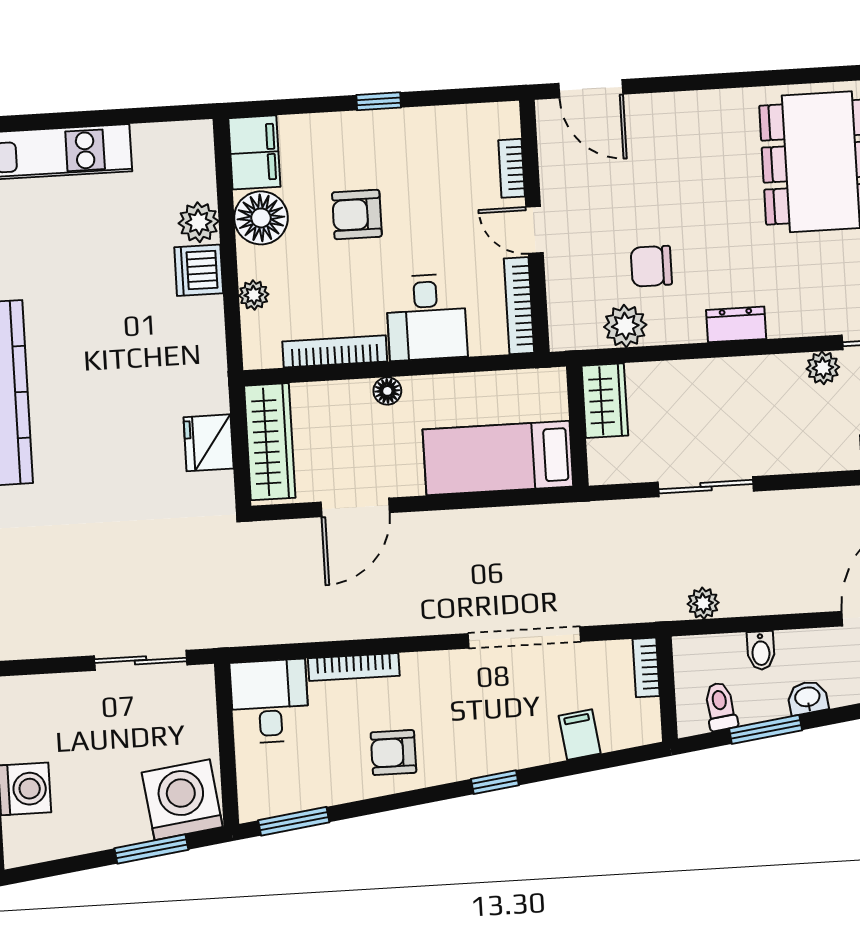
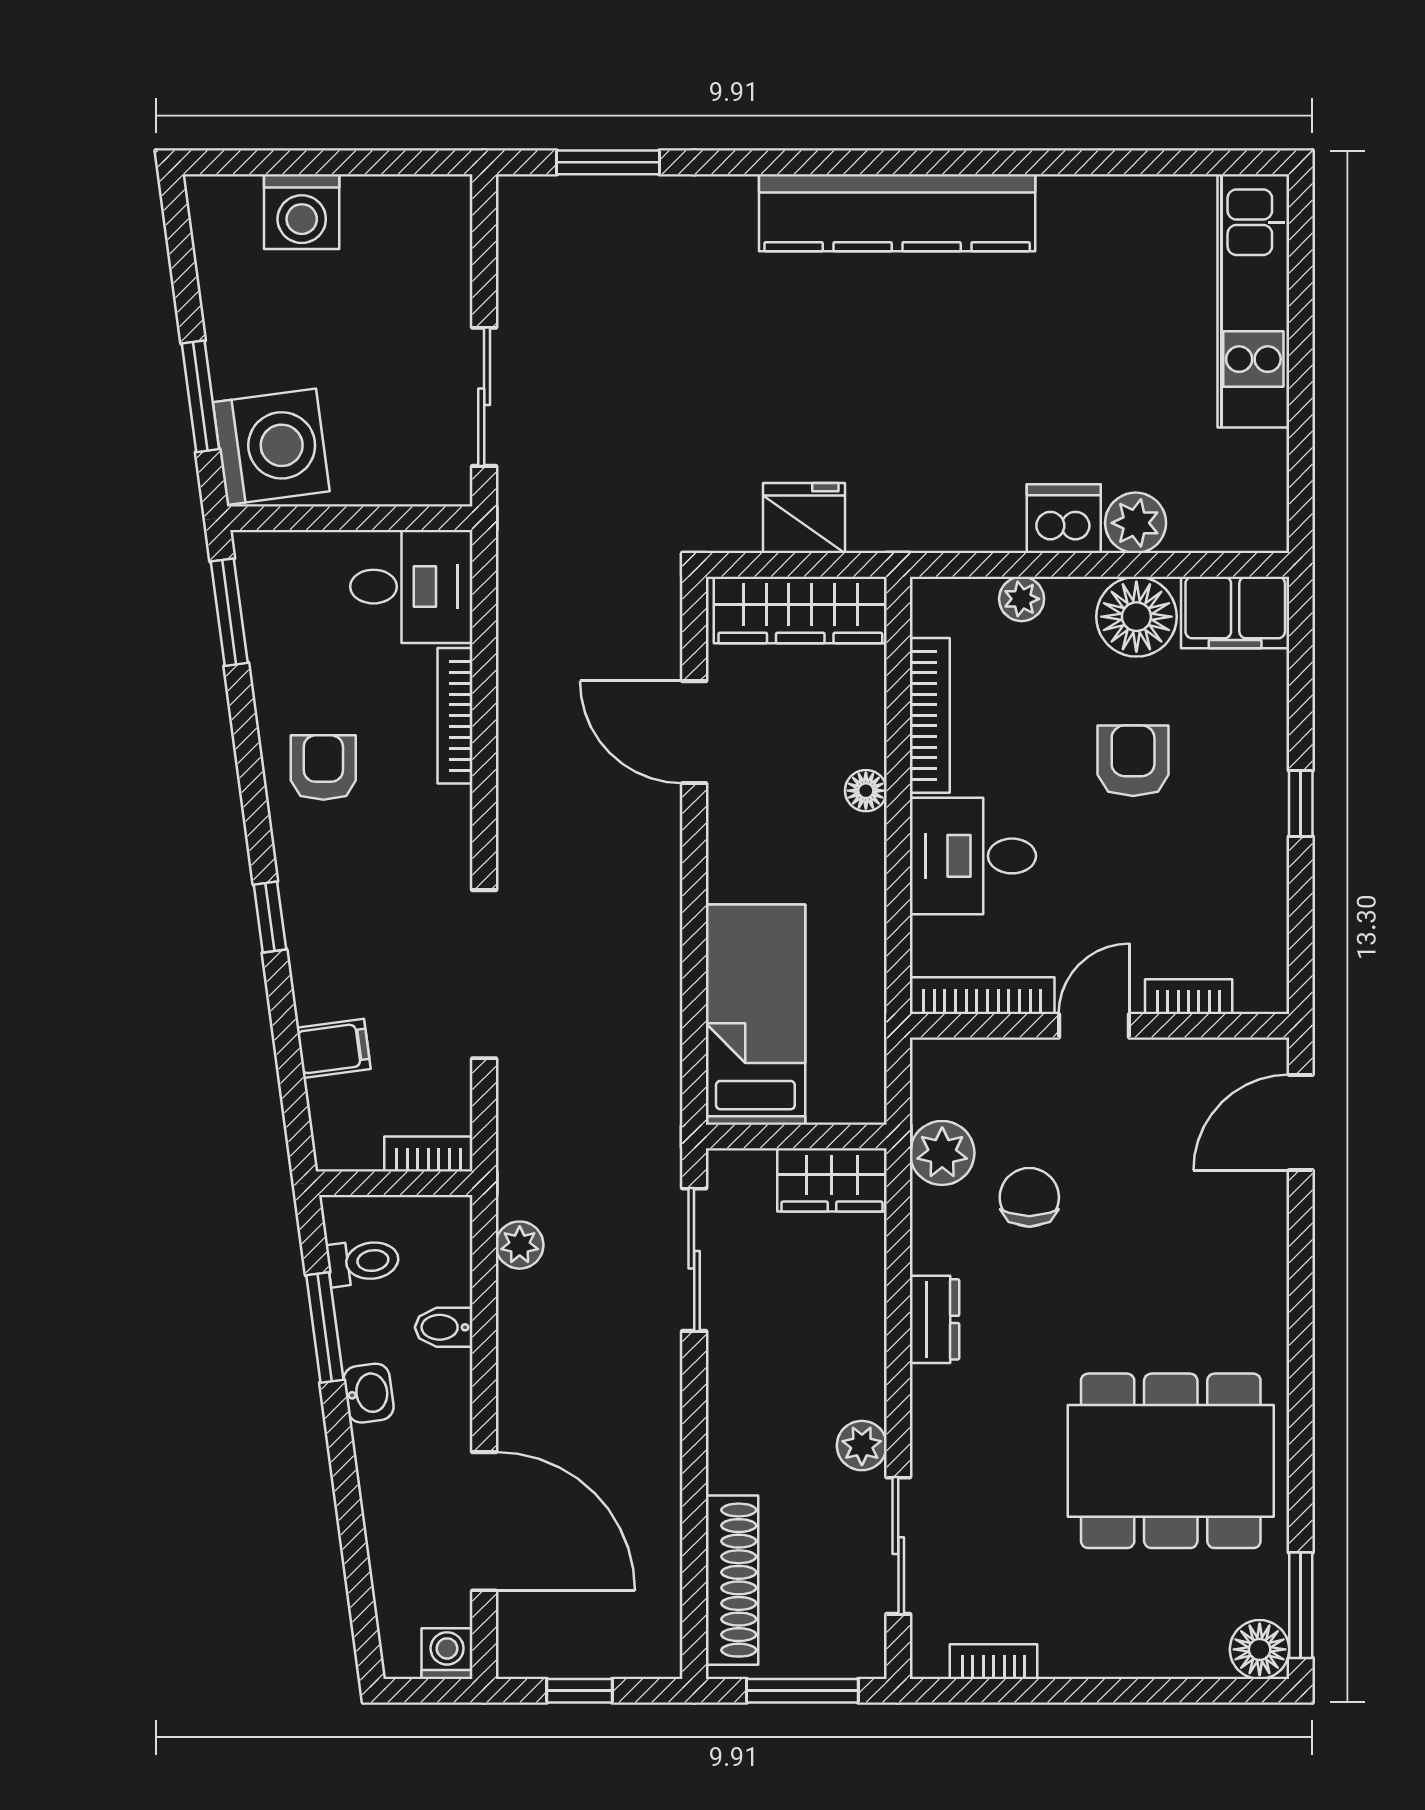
wardrobe: (605, 401) -> (832, 1180), moved
wall: (577, 426) -> (796, 1137), moved
bed: (498, 458) -> (755, 1015), moved

